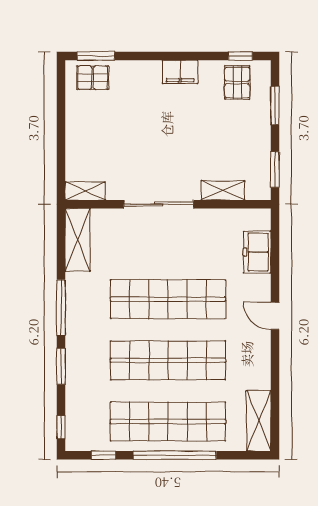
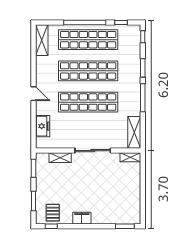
pallet: (93, 78) -> (127, 215), removed

